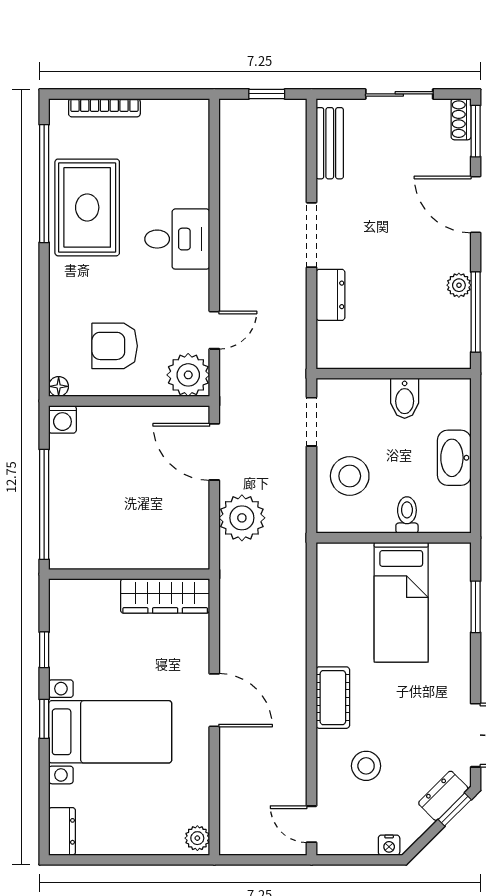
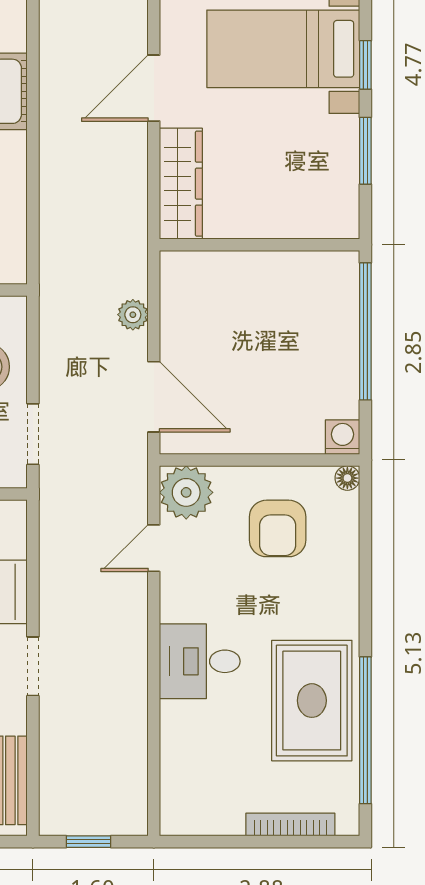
doorway: (312, 235) -> (33, 666), width x0.73
armchair: (115, 346) -> (278, 528), turned 90
plant: (242, 518) -> (133, 315), width x0.53, depth x0.53
wardrobe: (165, 596) -> (181, 184), moved, turned 90
window: (44, 650) -> (365, 151), width x1.50
door: (214, 700) -> (154, 88), hinge flipped

